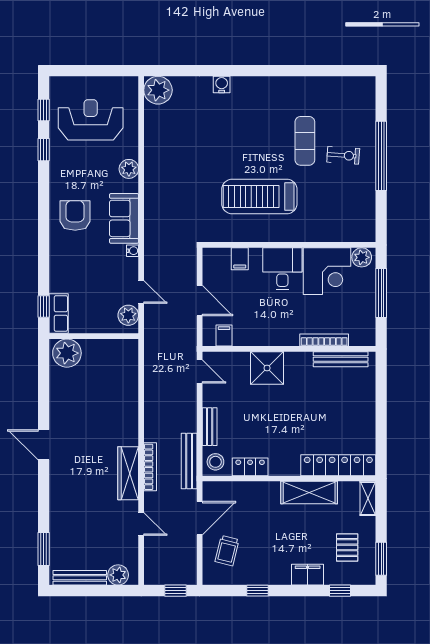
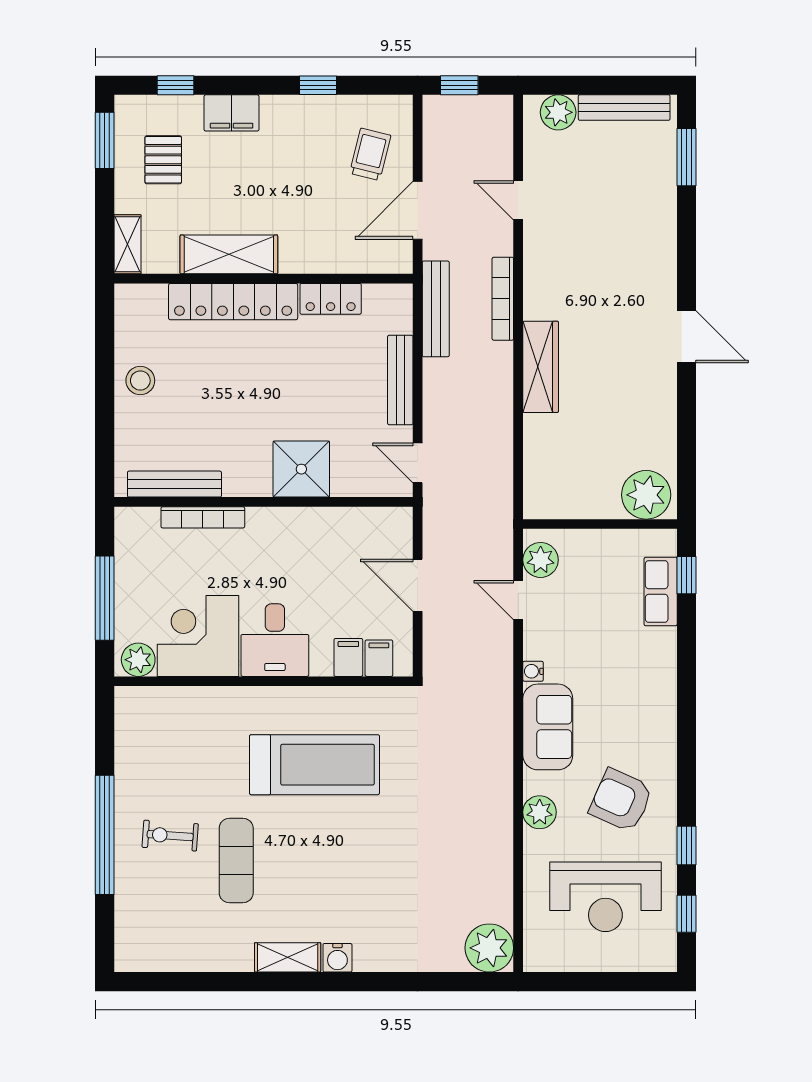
water cooler: (222, 84) -> (337, 958), moved
shelving: (275, 85) -> (288, 957), added
armchair: (75, 215) -> (621, 800), moved, turned 114
row of seats: (59, 313) -> (661, 591), moved
filing cabinet: (224, 336) -> (379, 658), moved, turned 180
bench: (210, 427) -> (400, 380), width x1.36
stool: (215, 462) -> (140, 381), moved
locker: (338, 465) -> (233, 302), moved
wardrobe: (128, 473) -> (541, 367), moved

